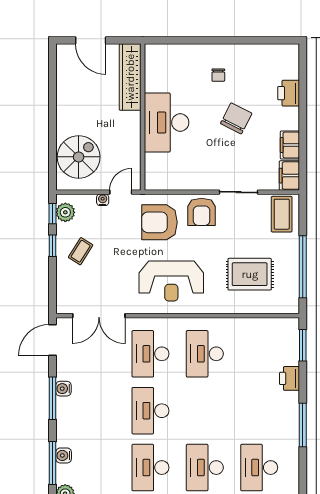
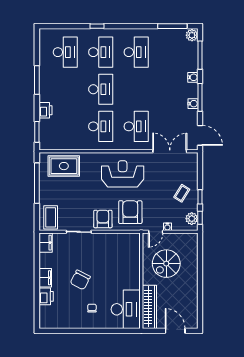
desk: (167, 123) -> (126, 309), moved
filing cabinet: (290, 145) -> (45, 278), moved
spiral stairs: (79, 157) -> (166, 264), moved
armchair: (159, 222) -> (130, 212), turned -90
rug: (250, 274) -> (64, 166), moved
door: (53, 340) -> (200, 135), hinge flipped
desk: (150, 411) -> (101, 89), moved
water cooler: (64, 455) -> (193, 77), moved

